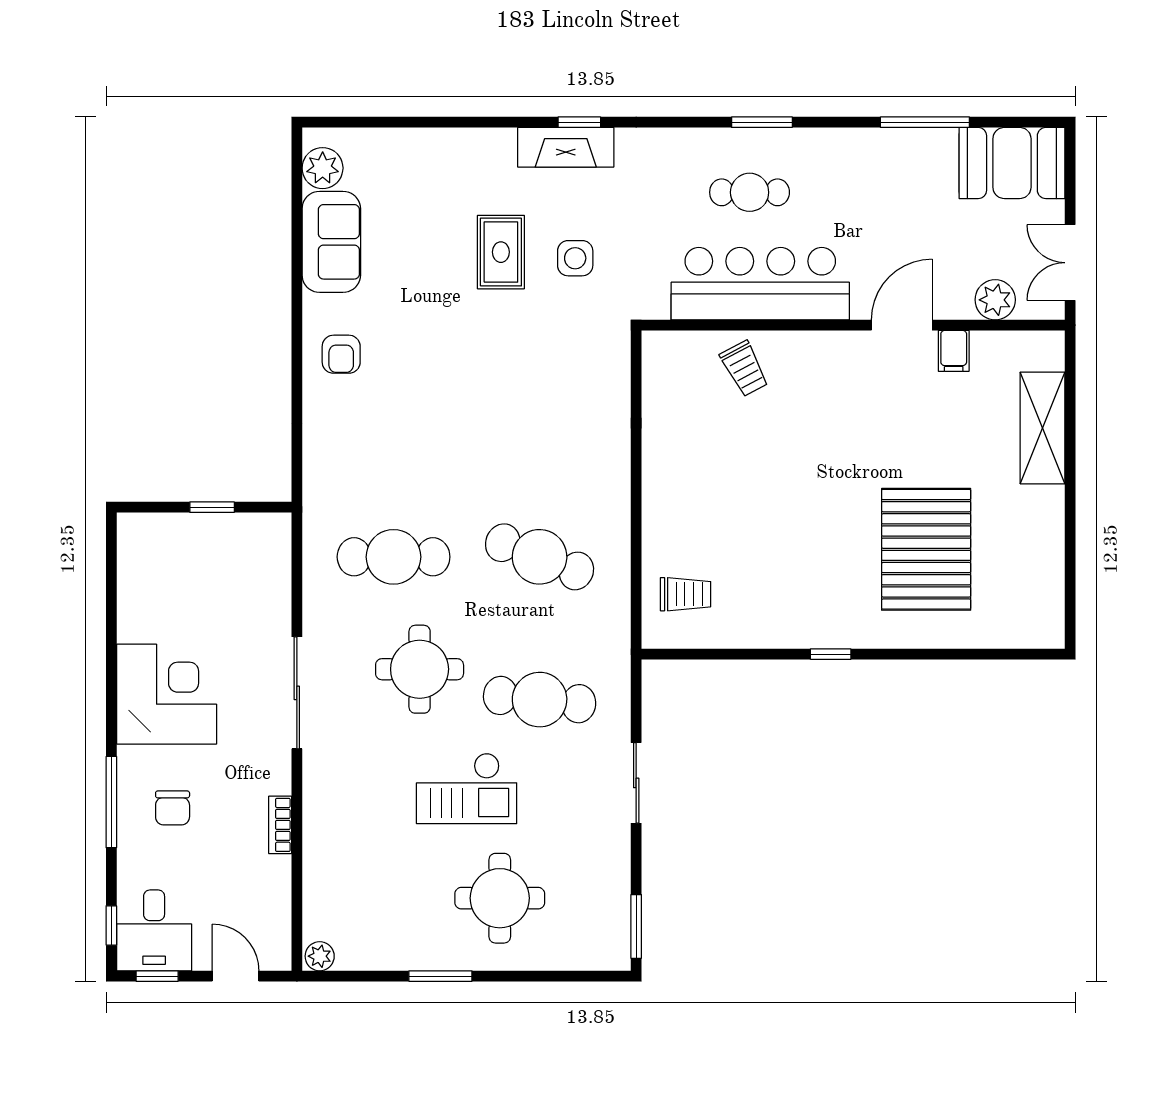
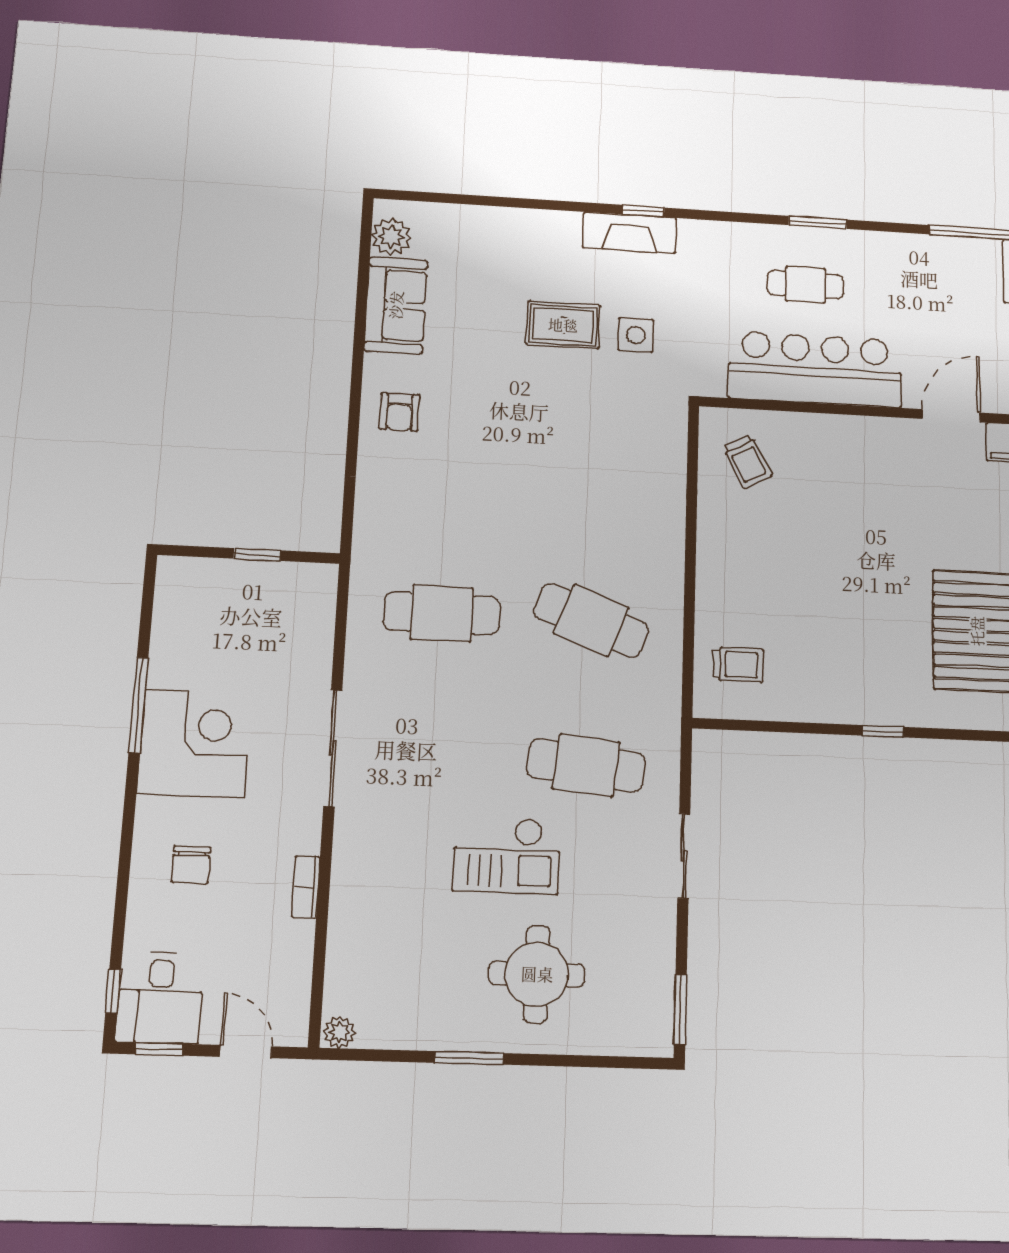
rug: (501, 252) -> (563, 325), turned 90
trolley: (744, 369) -> (747, 461), moved
round table: (420, 669) -> (463, 729), removed
window: (111, 802) -> (138, 705), moved

